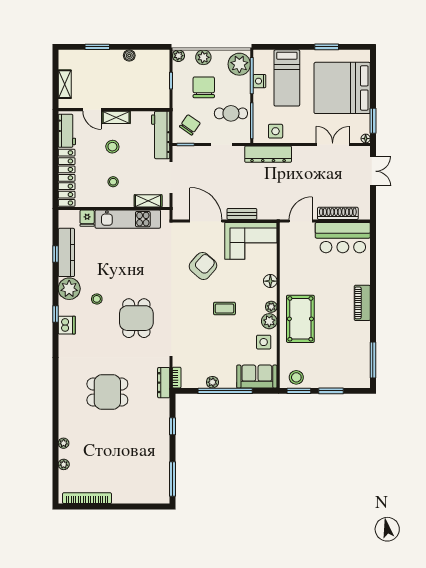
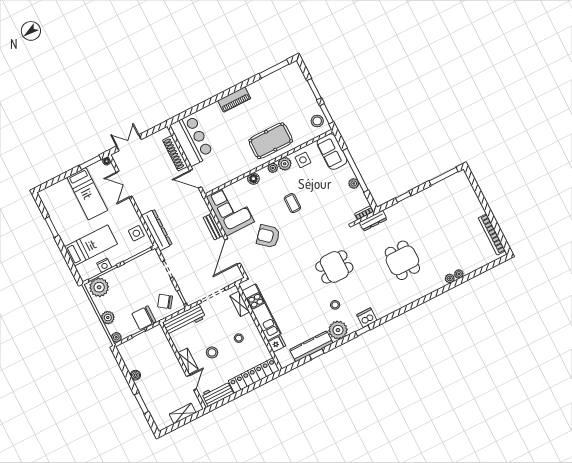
chair: (204, 87) -> (144, 318), moved
bed: (342, 88) -> (87, 194), width x0.49
cafe table: (231, 113) -> (140, 274), removed
plant: (64, 464) -> (450, 278), moved

